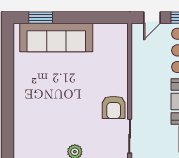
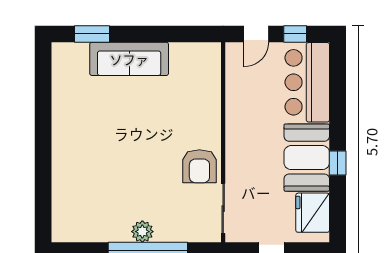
sofa: (56, 38) -> (129, 59), width x0.74, depth x0.79

